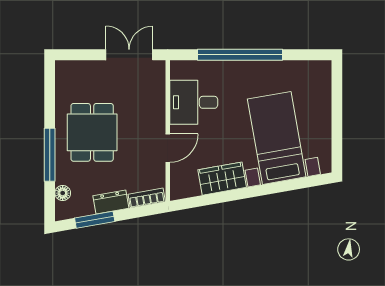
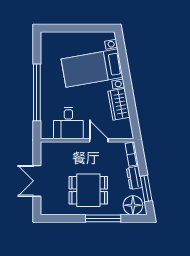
double door: (129, 55) -> (37, 181), moved
floor lamp: (63, 193) -> (133, 205), width x1.89, depth x1.89

